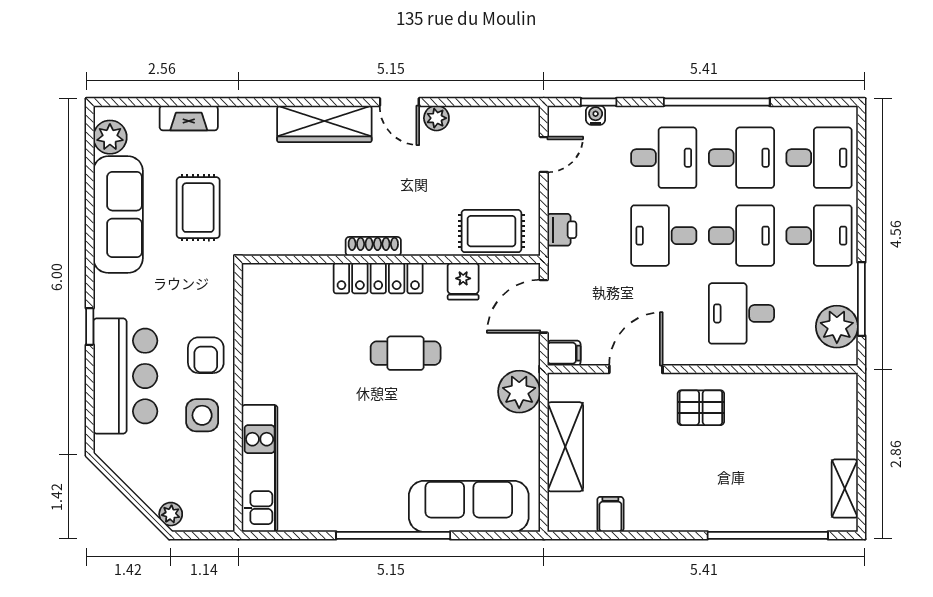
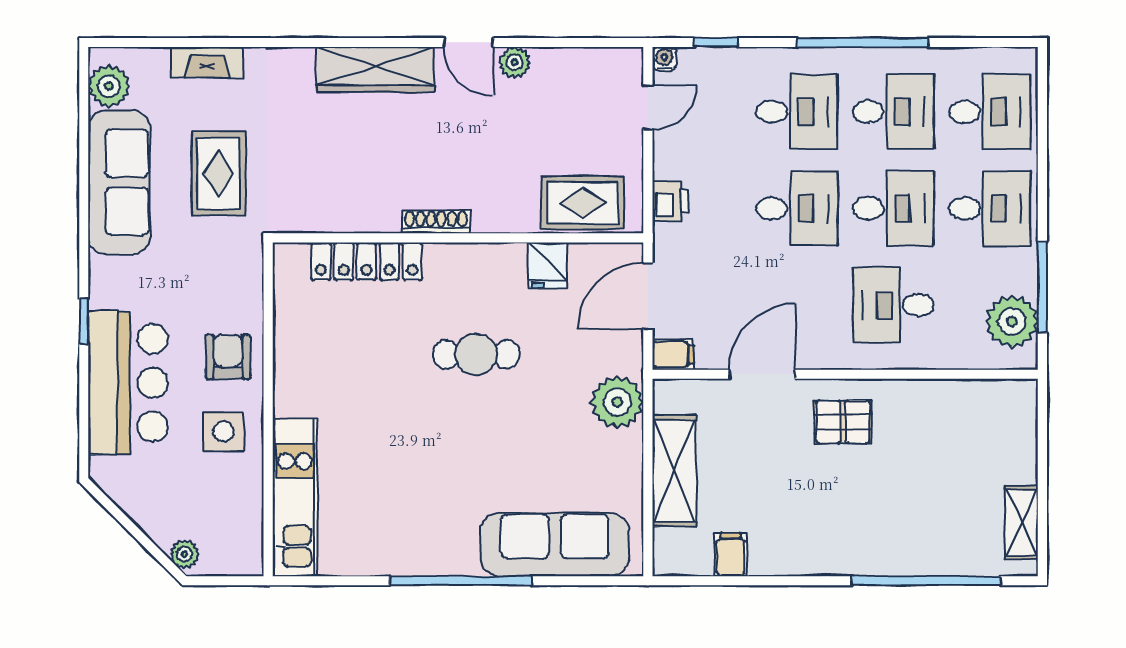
water cooler: (596, 115) -> (664, 59), moved
desk: (664, 236) -> (797, 208), turned 180
locker: (378, 278) -> (367, 261), moved
armchair: (206, 355) -> (228, 357), turned 180

